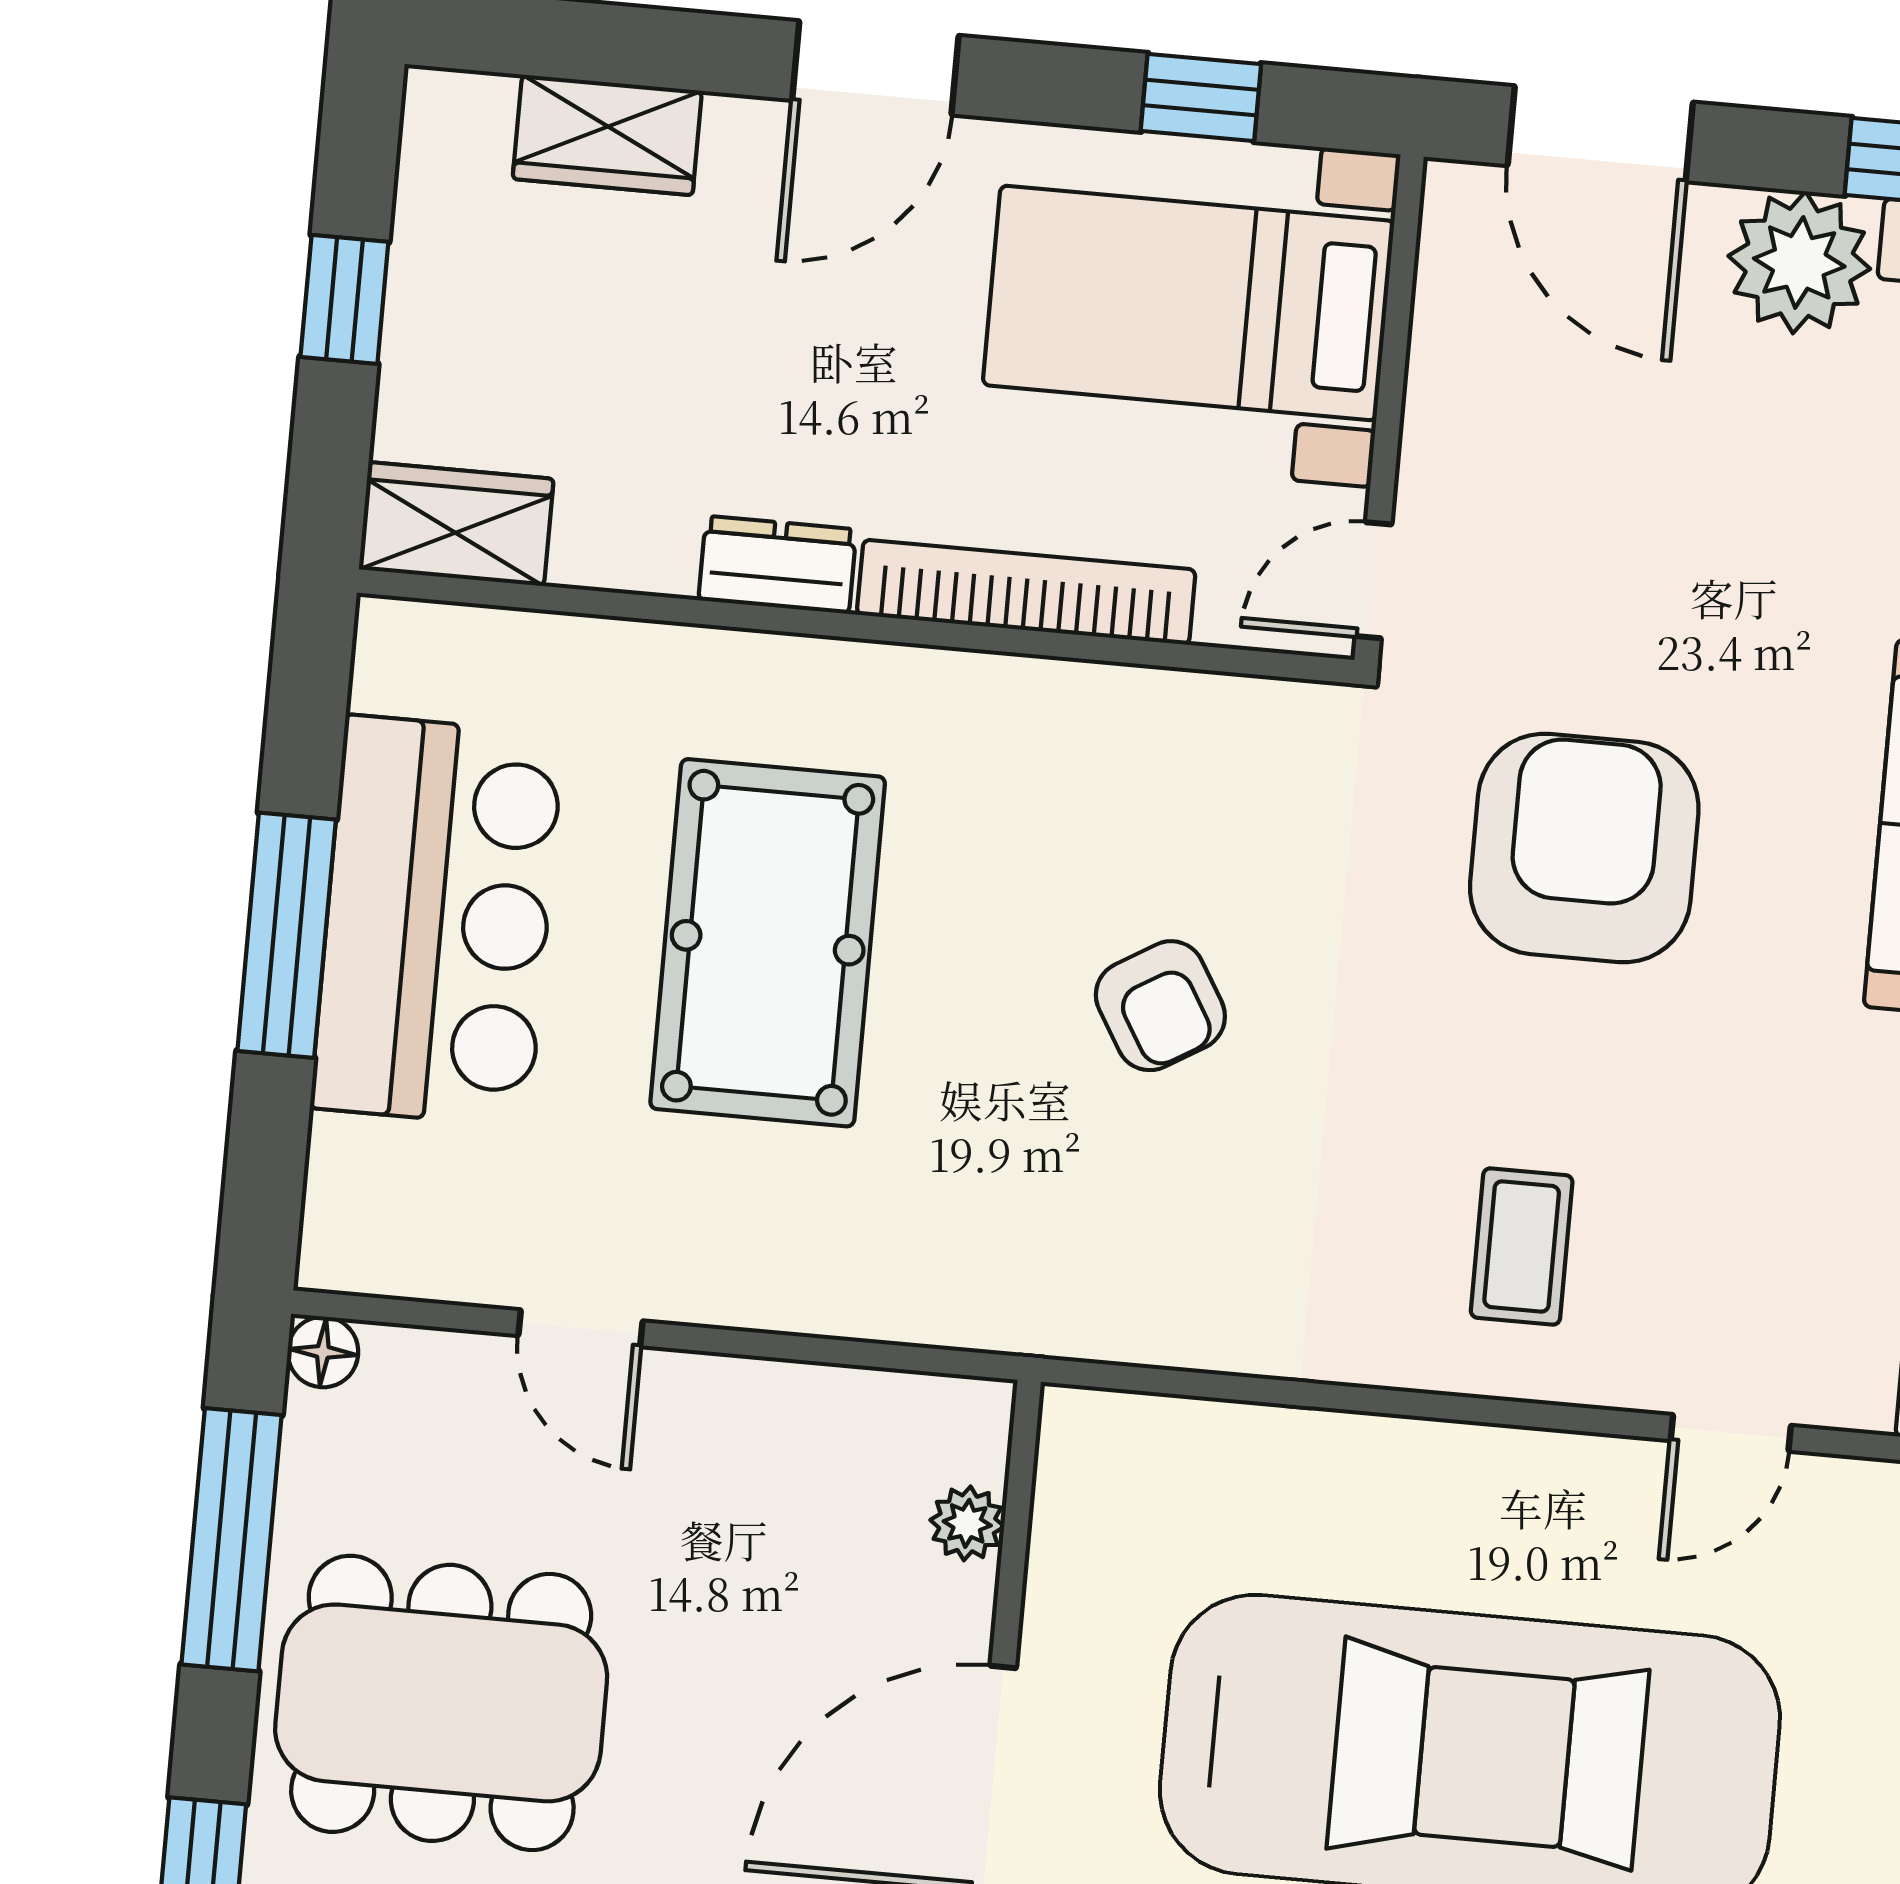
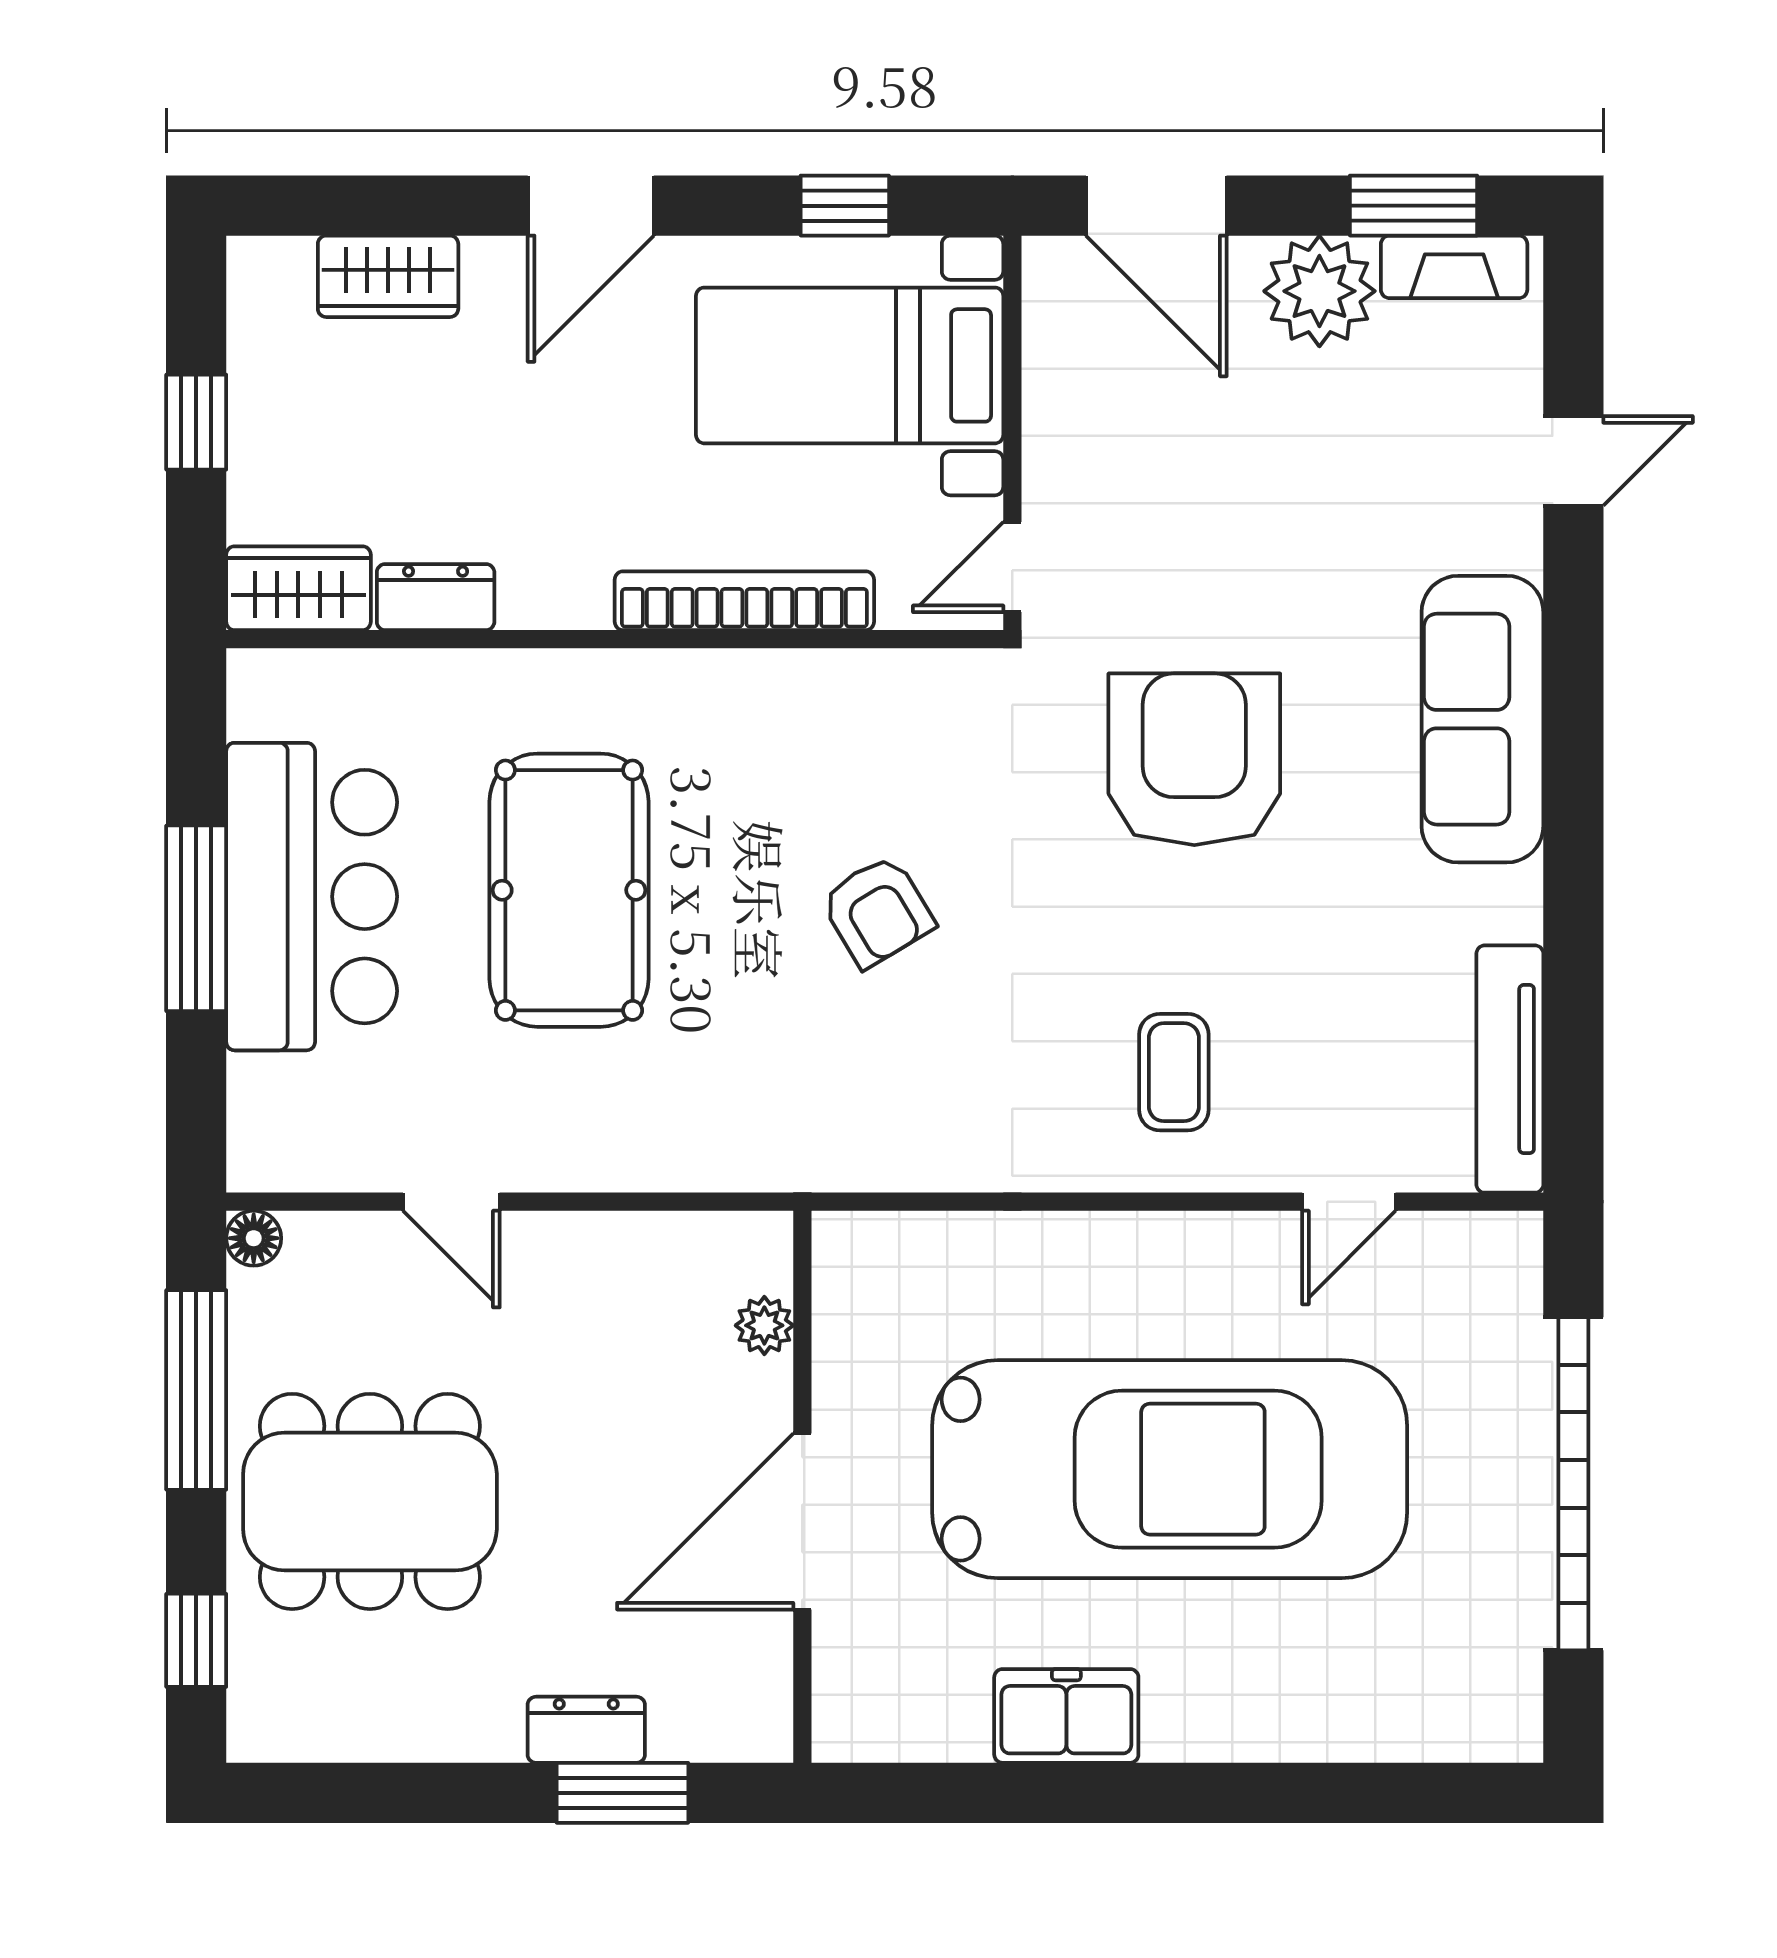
dresser: (777, 565) -> (436, 597), moved

